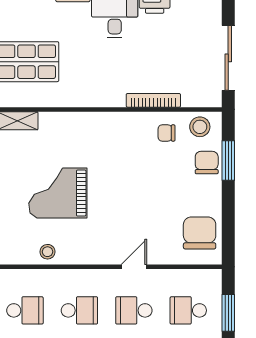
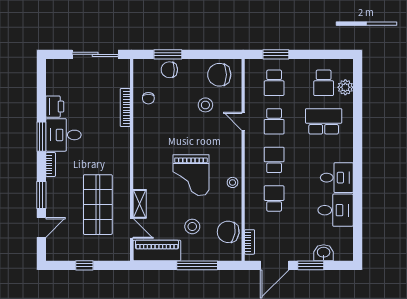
stool: (200, 127) -> (205, 105), moved

